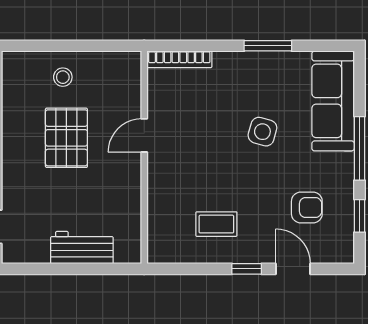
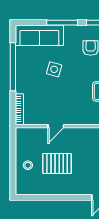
window: (268, 46) -> (13, 67), width x2.11
door: (144, 135) -> (56, 126), hinge flipped

